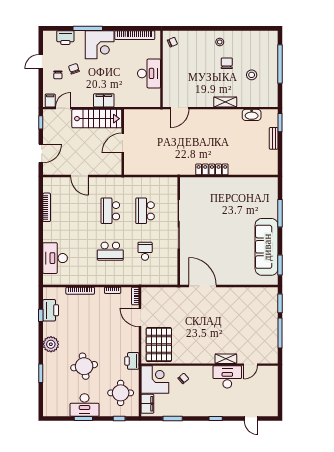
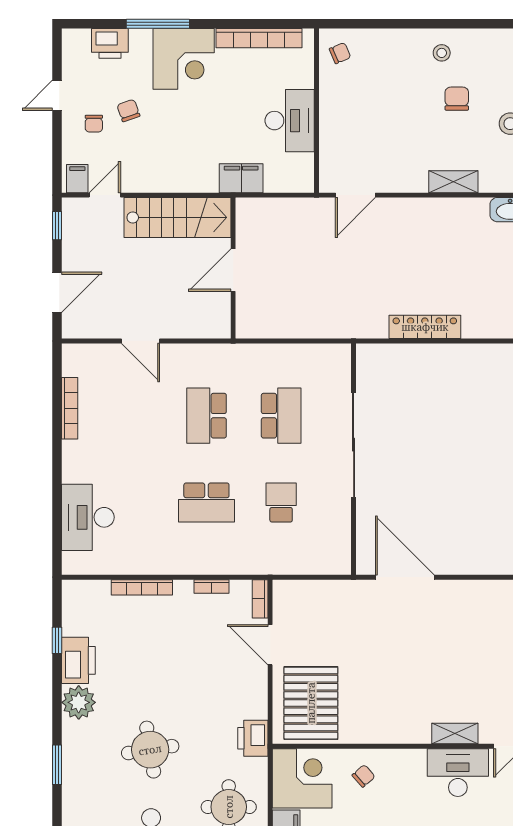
filing cabinet: (104, 100) -> (241, 178), moved
school desk: (145, 211) -> (281, 416), turned 180
printer: (51, 310) -> (78, 660), moved

